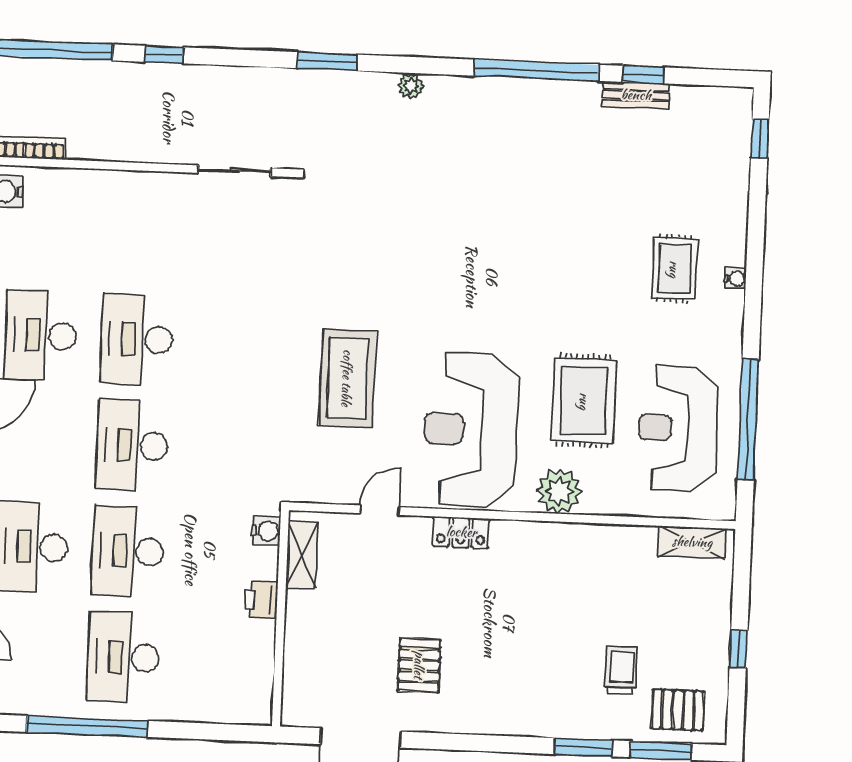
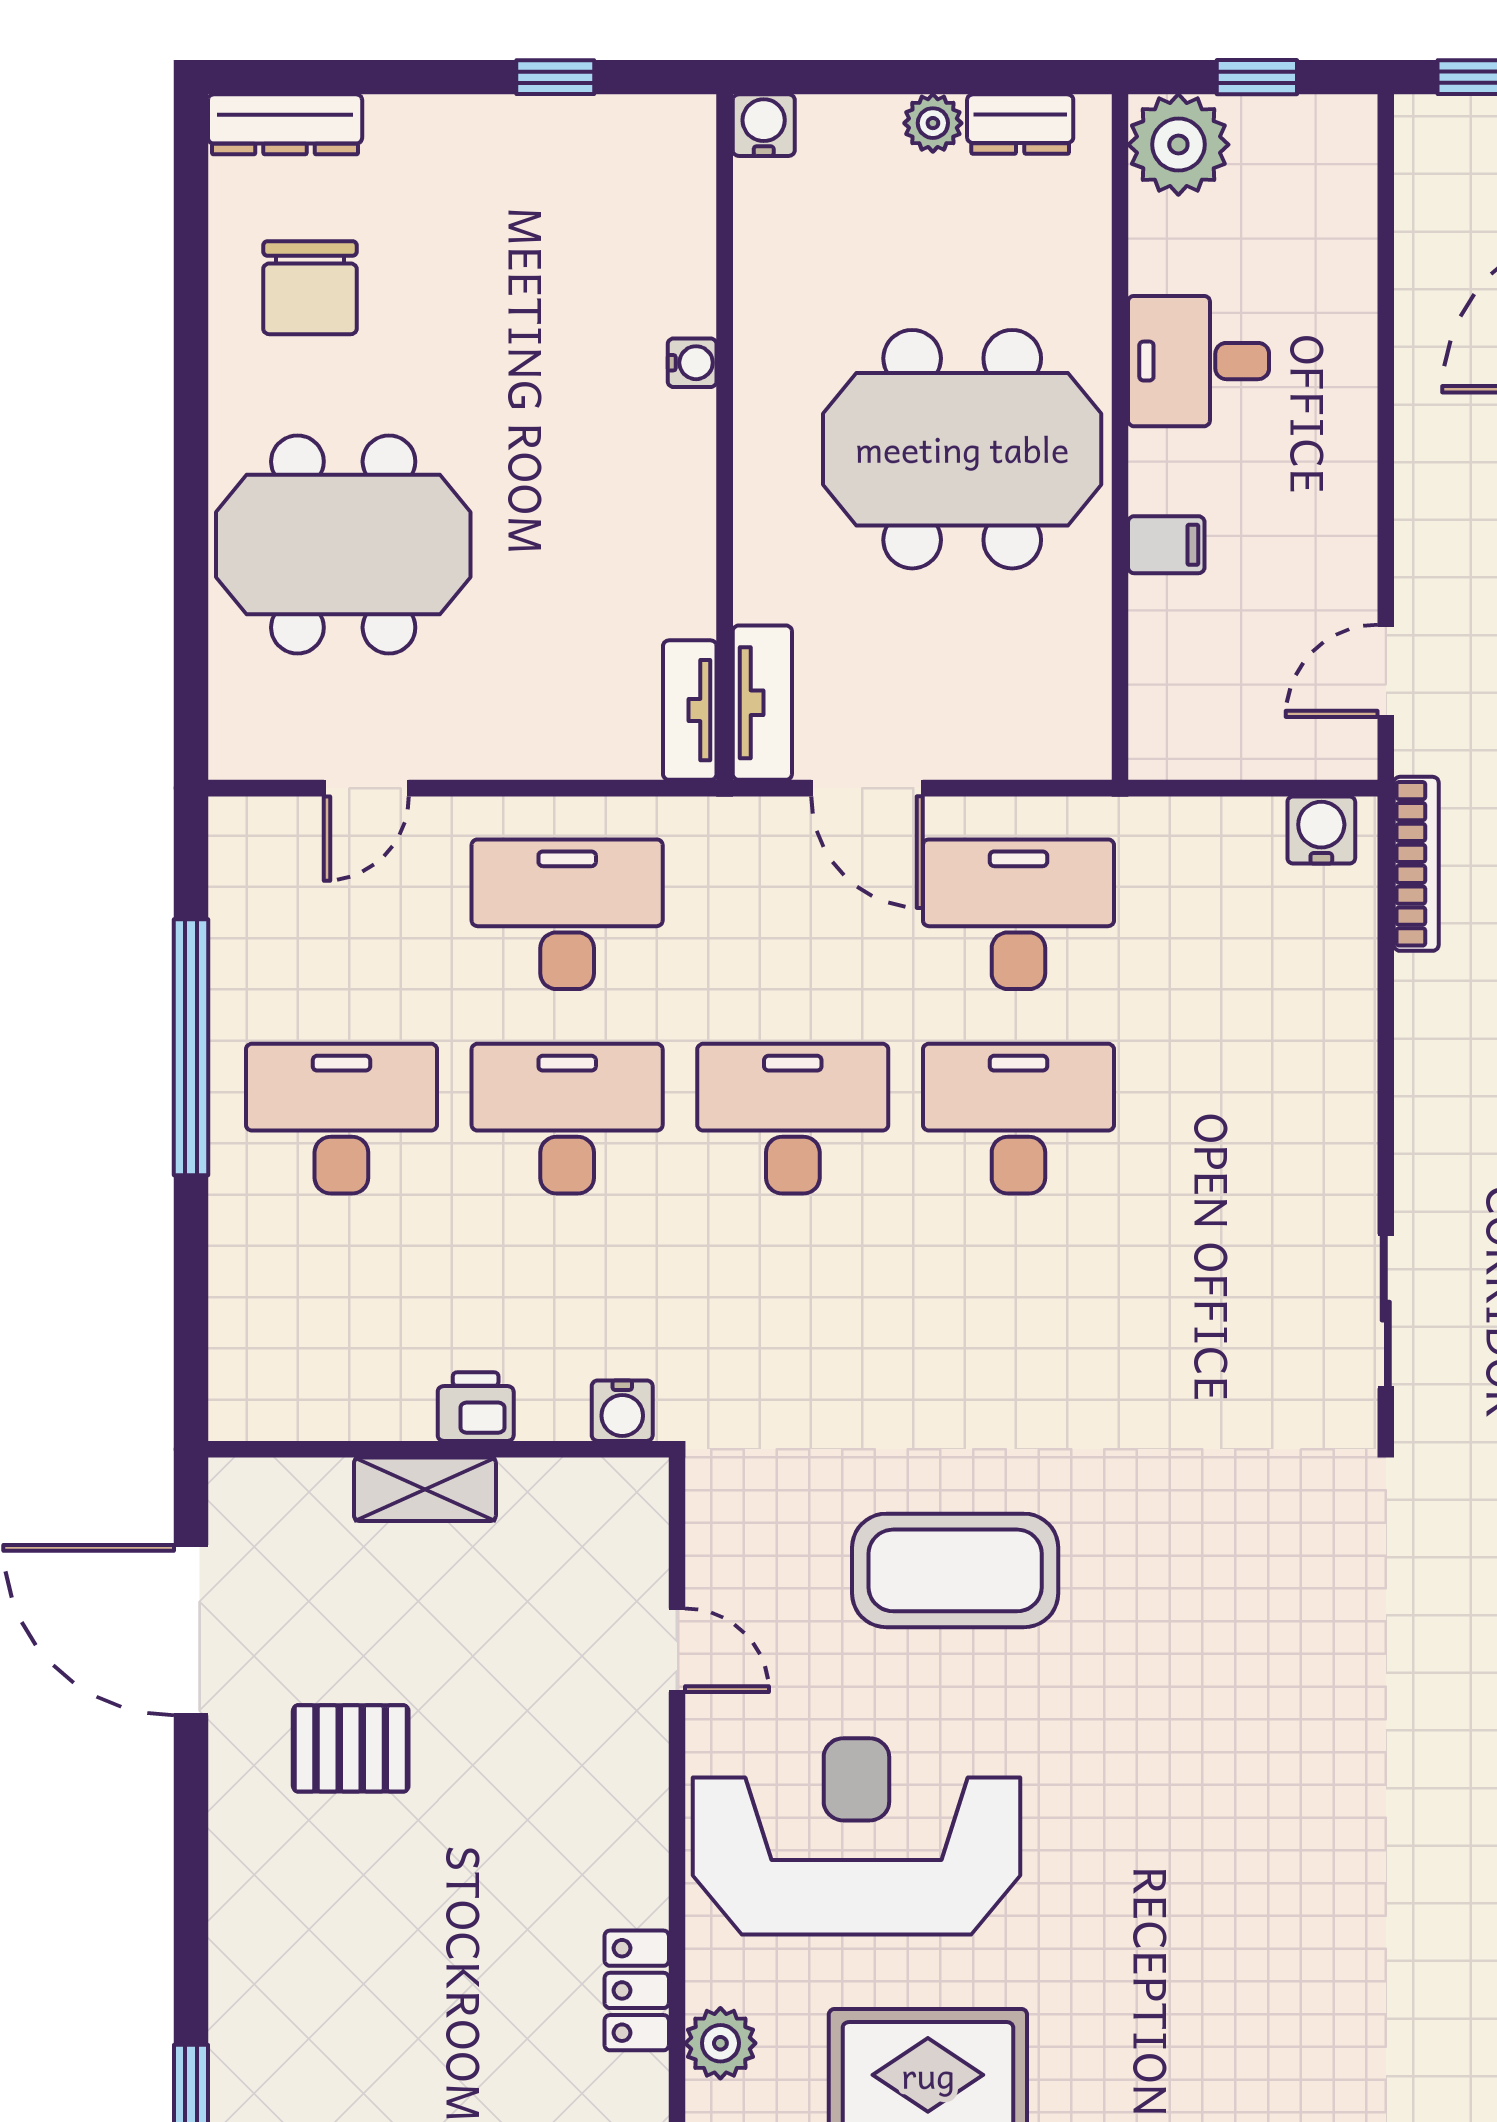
plant: (559, 491) -> (720, 2043), width x0.73, depth x0.73
locker: (461, 532) -> (637, 1990), moved
shelving: (302, 555) -> (425, 1489), moved

